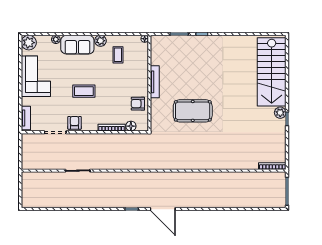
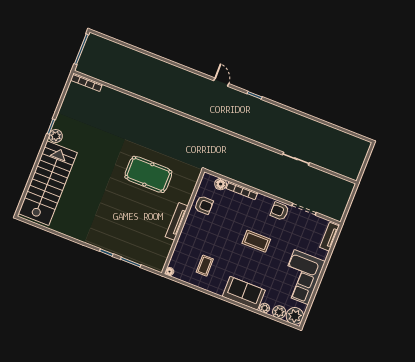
plant: (100, 41) -> (279, 312), moved
armchair: (75, 123) -> (280, 211), turned 90
door: (163, 209) -> (221, 82), width x0.53

